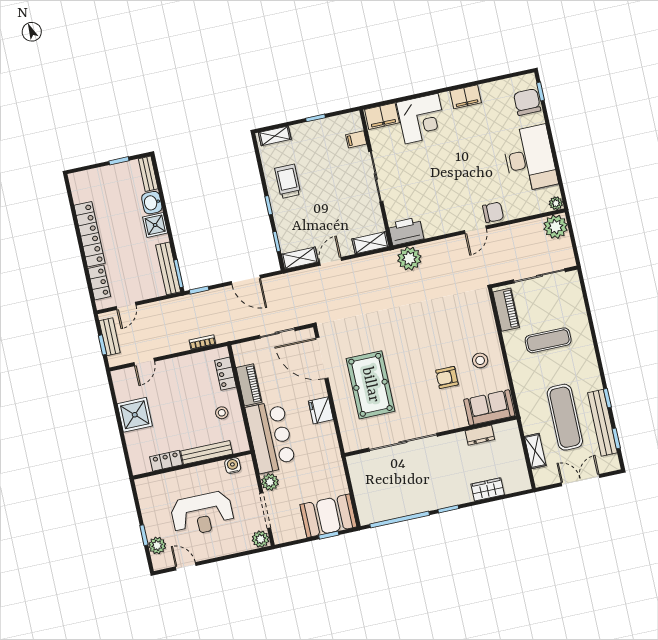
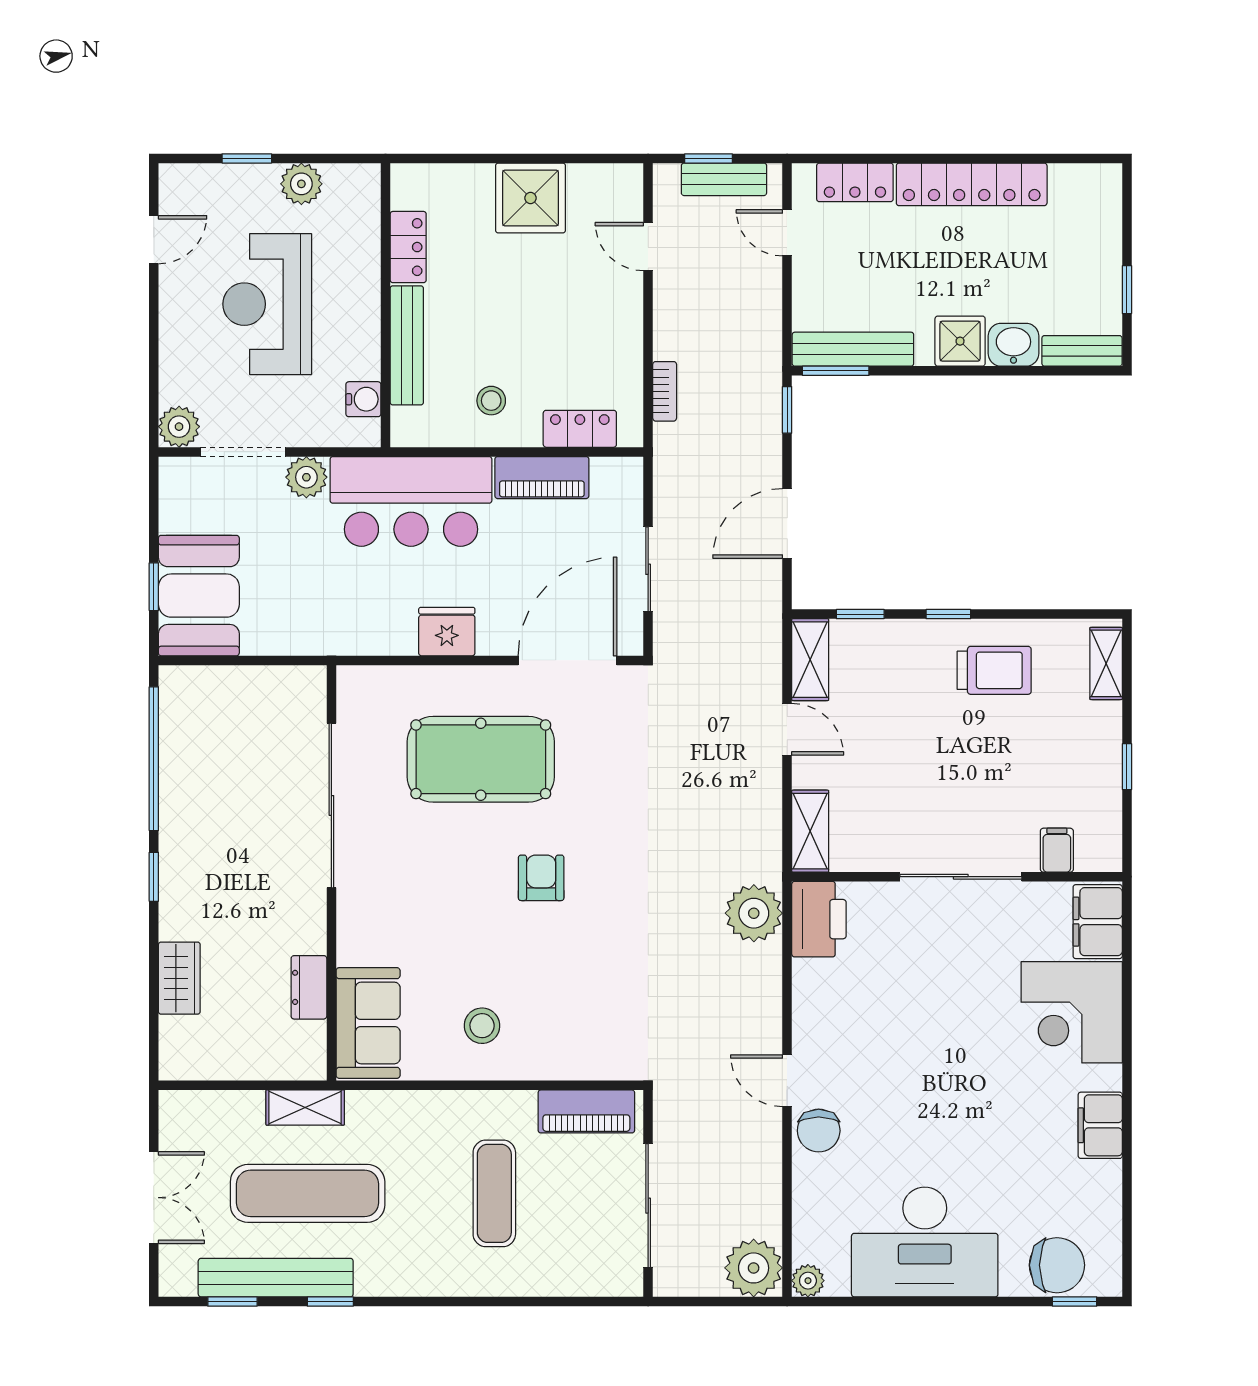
armchair: (447, 377) -> (541, 878), moved
shelving: (535, 451) -> (305, 1108), moved
plant: (157, 545) -> (301, 184), moved

